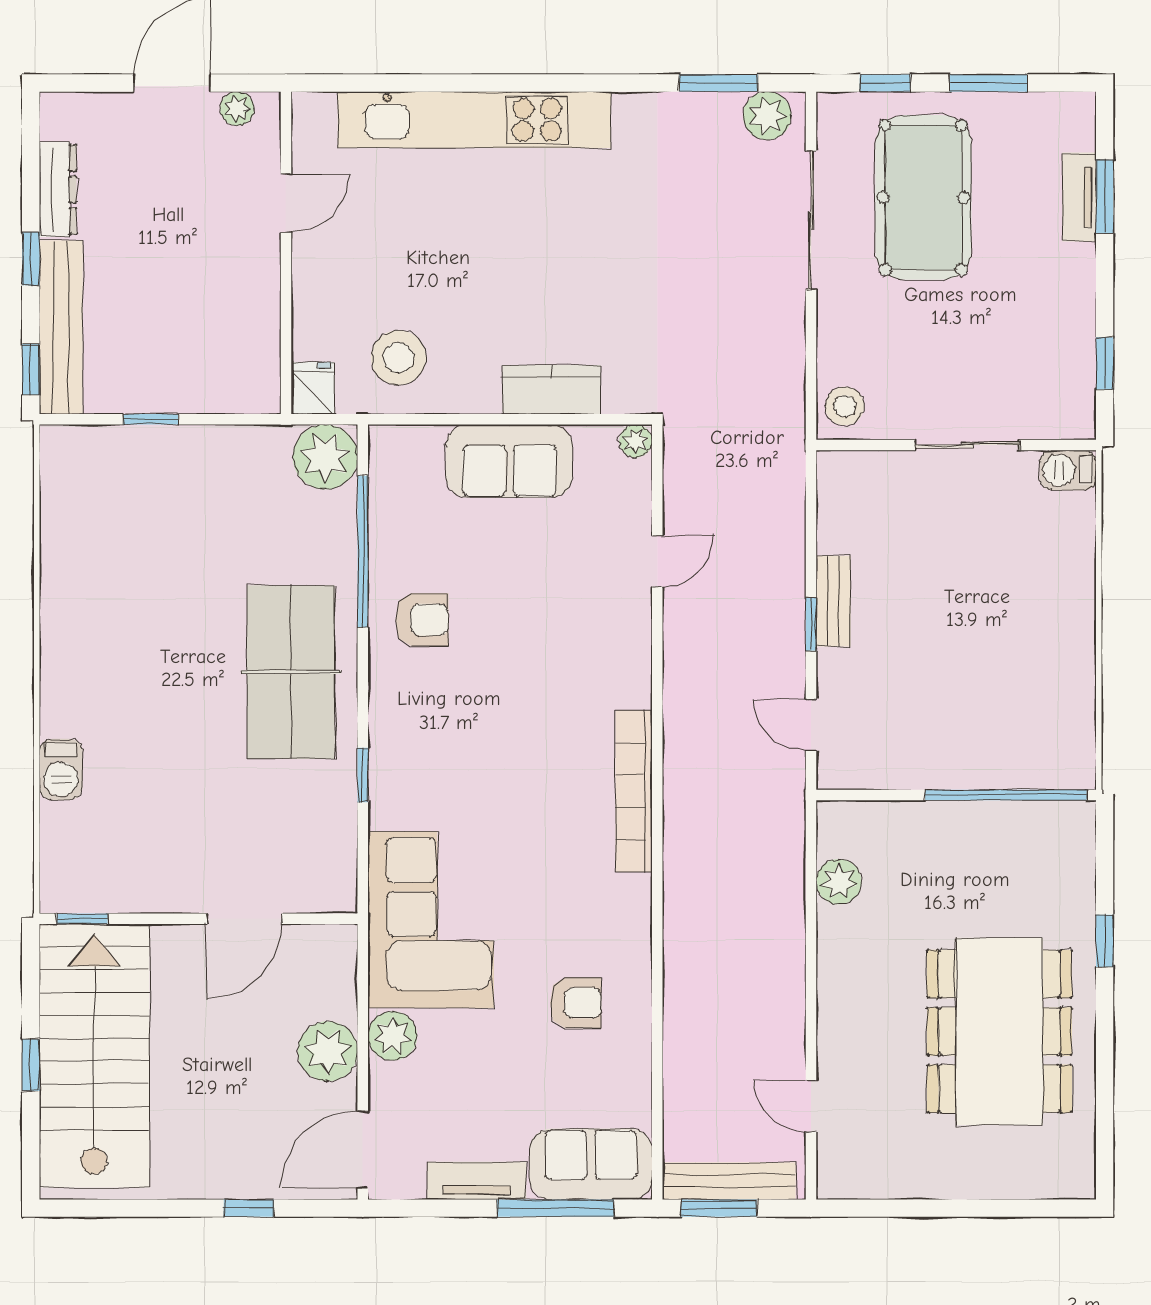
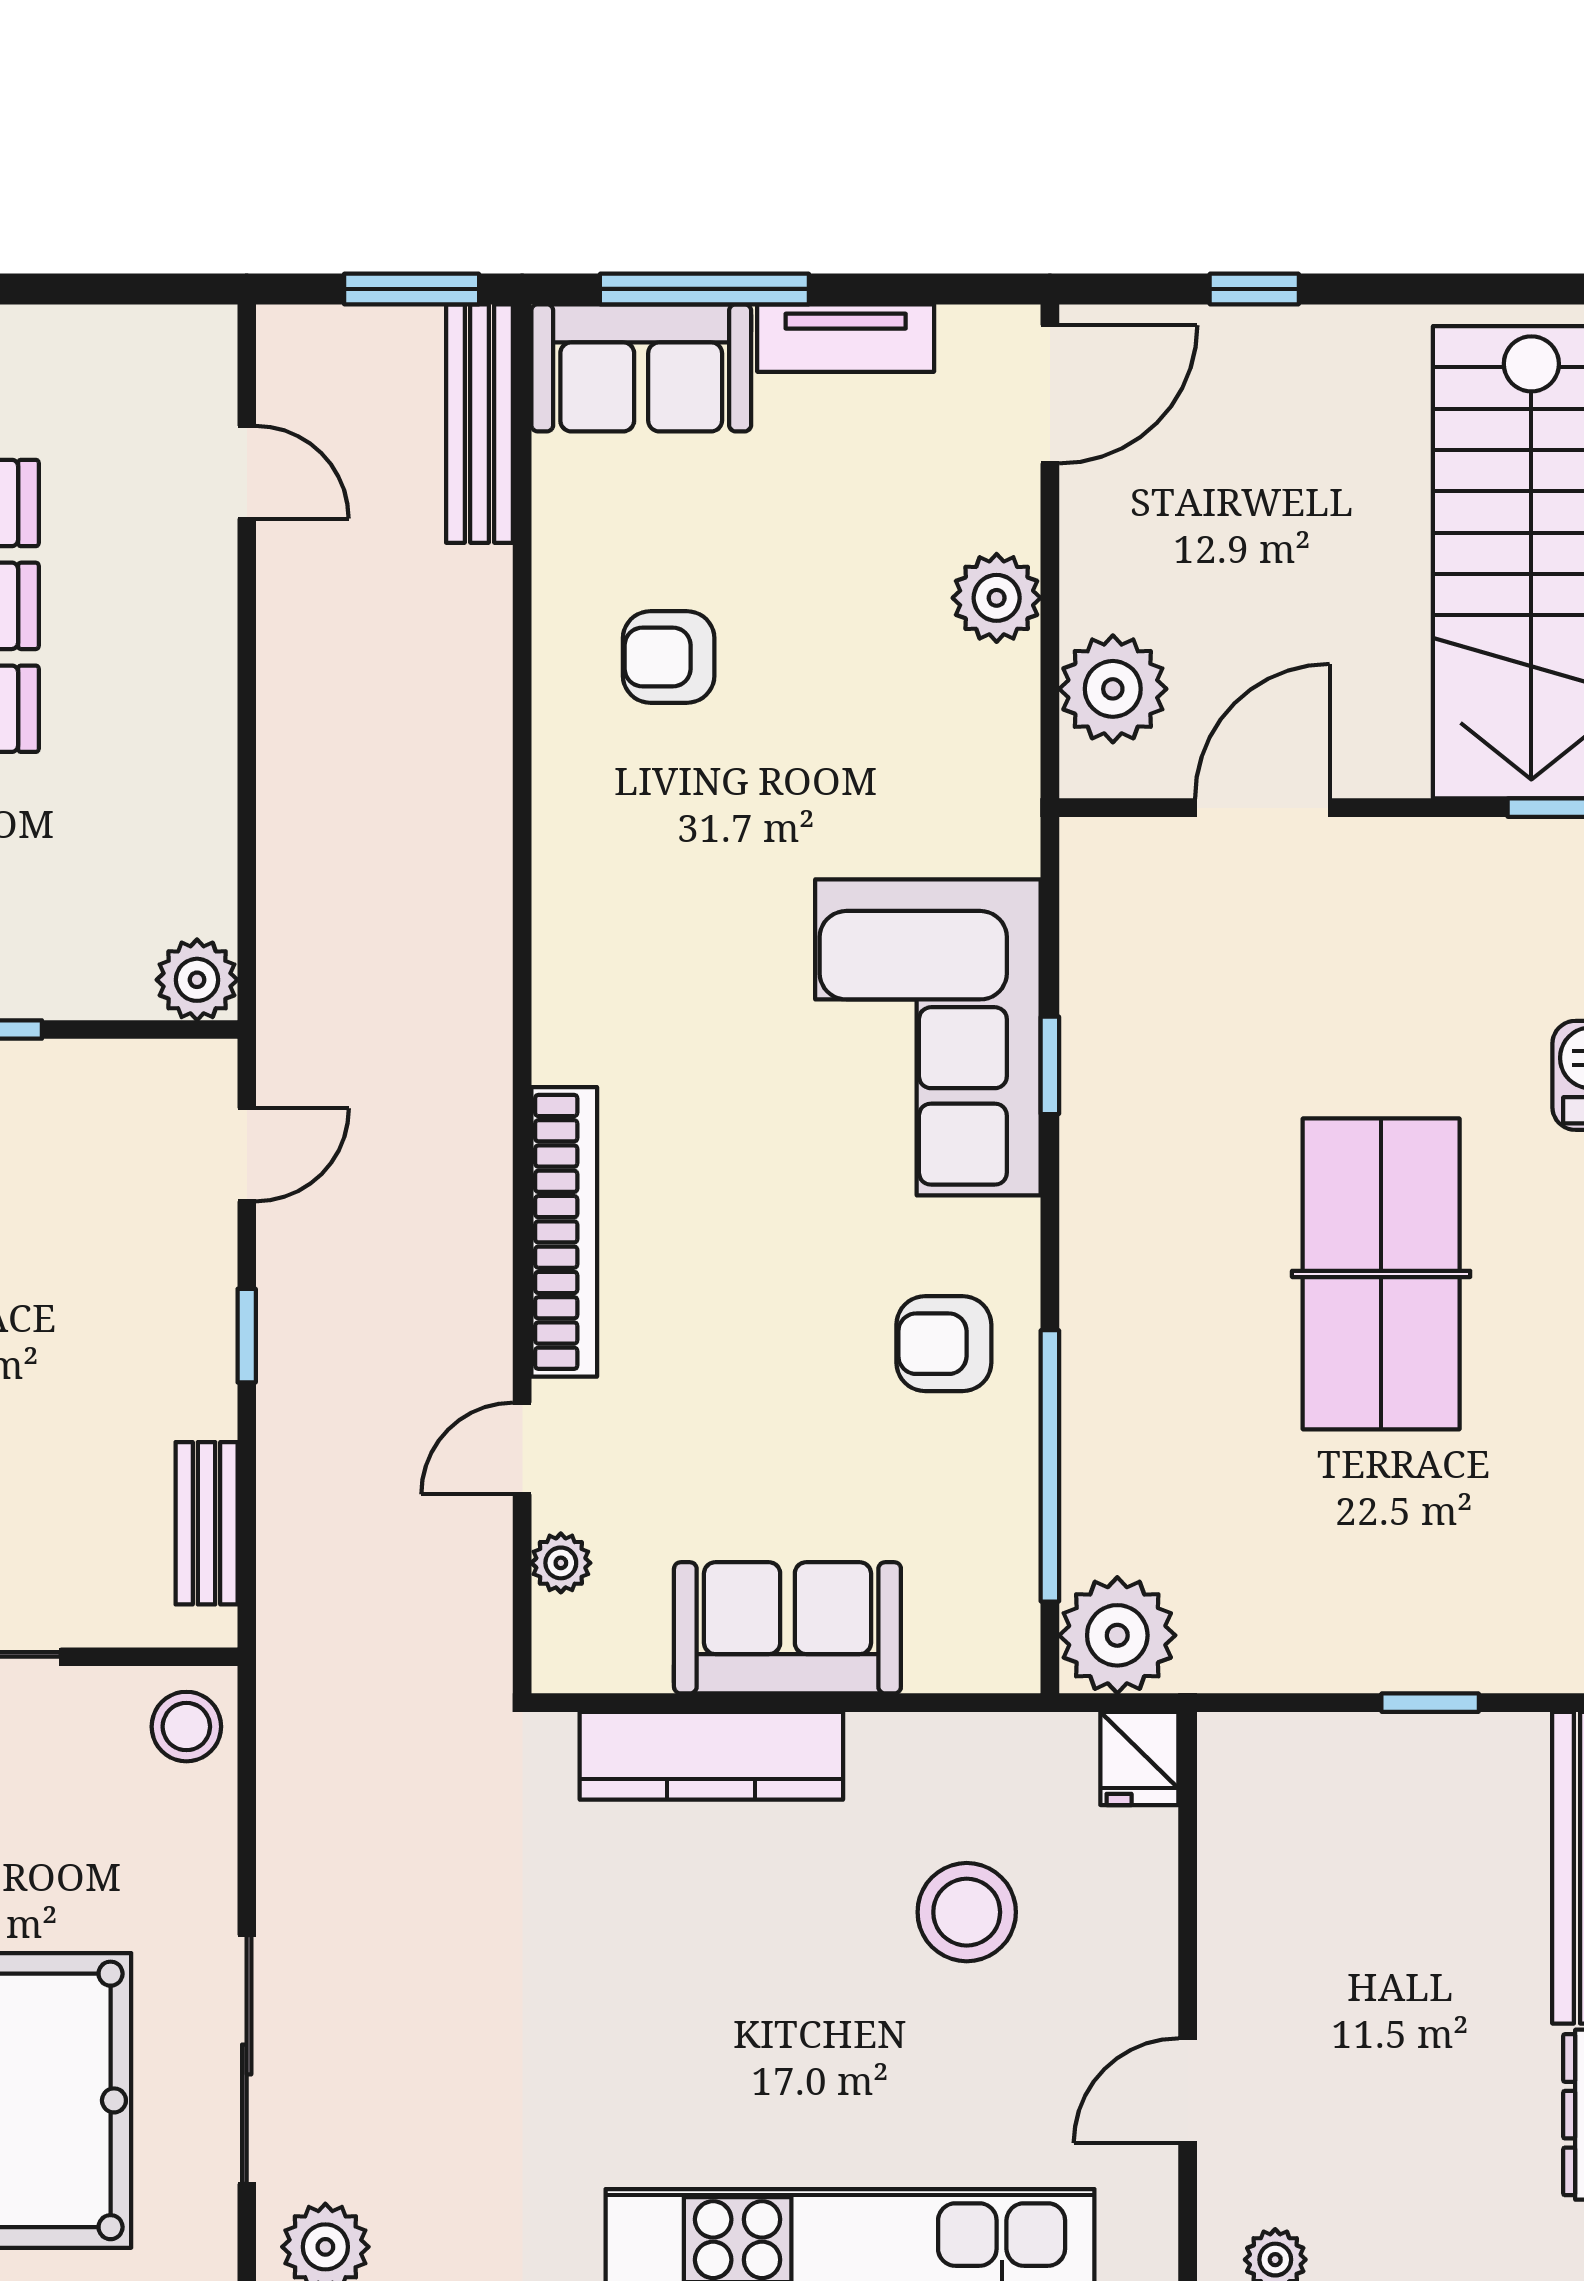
stool: (398, 358) -> (967, 1912), moved
kitchen counter: (552, 390) -> (711, 1756), width x1.50
plant: (636, 441) -> (561, 1563), moved
bench: (833, 601) -> (207, 1523), moved
table tennis table: (291, 672) -> (1381, 1274), moved
door: (811, 725) -> (247, 1155), hinge flipped
bookcase: (634, 791) -> (564, 1232), moved
plant: (839, 882) -> (197, 980), moved
corner sofa: (431, 920) -> (928, 1037), moved
plant: (328, 1051) -> (1113, 689), moved
bench: (729, 1181) -> (479, 424), moved, turned 90

